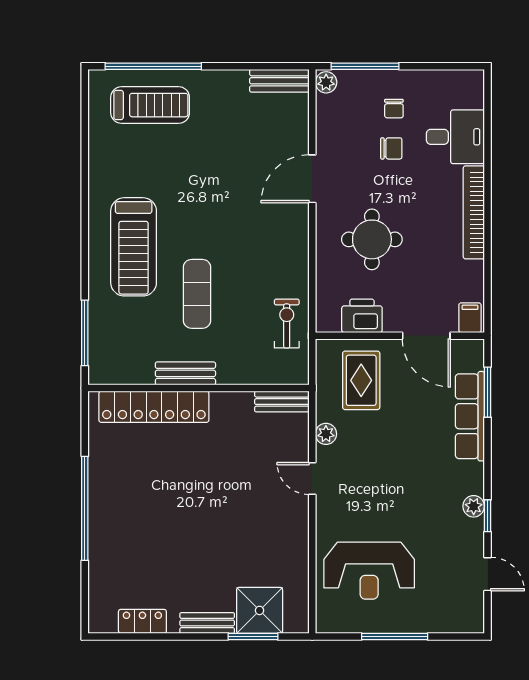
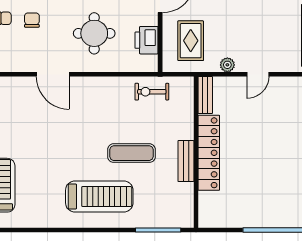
rug: (361, 380) -> (191, 41), turned 90
locker: (154, 407) -> (209, 153), moved

